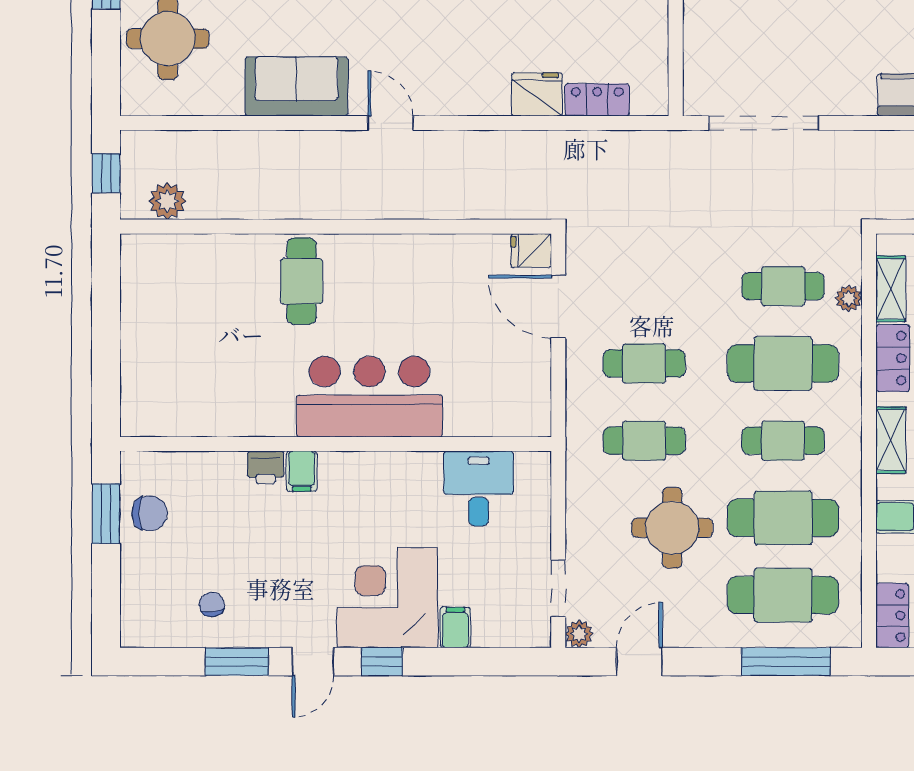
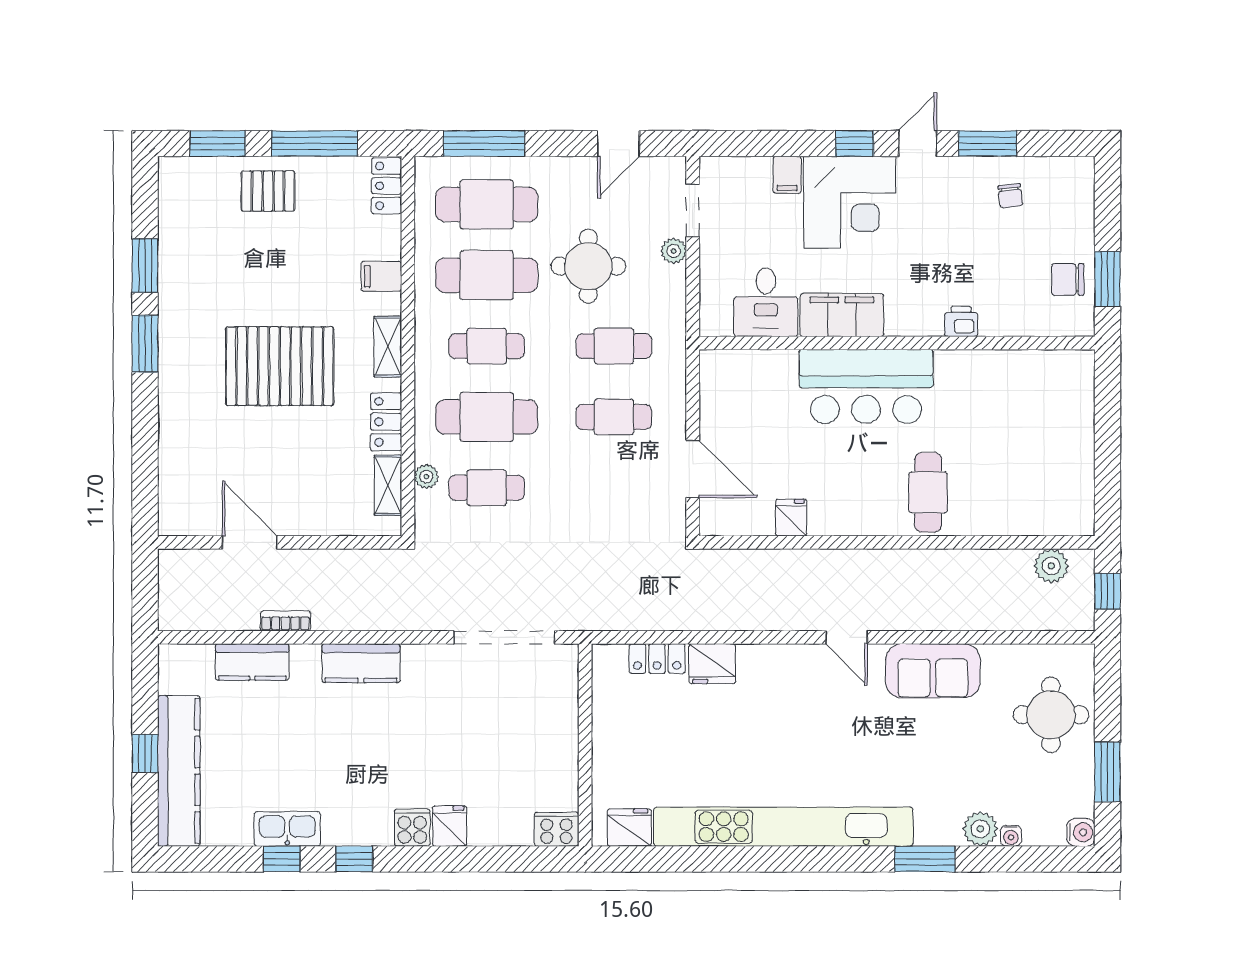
fridge: (531, 250) -> (791, 518), moved, turned -90
filing cabinet: (302, 471) -> (842, 315), moved, width x3.00, depth x1.17
plant: (579, 634) -> (674, 251), moved

